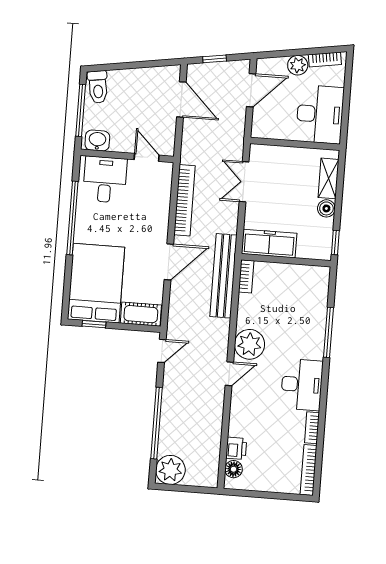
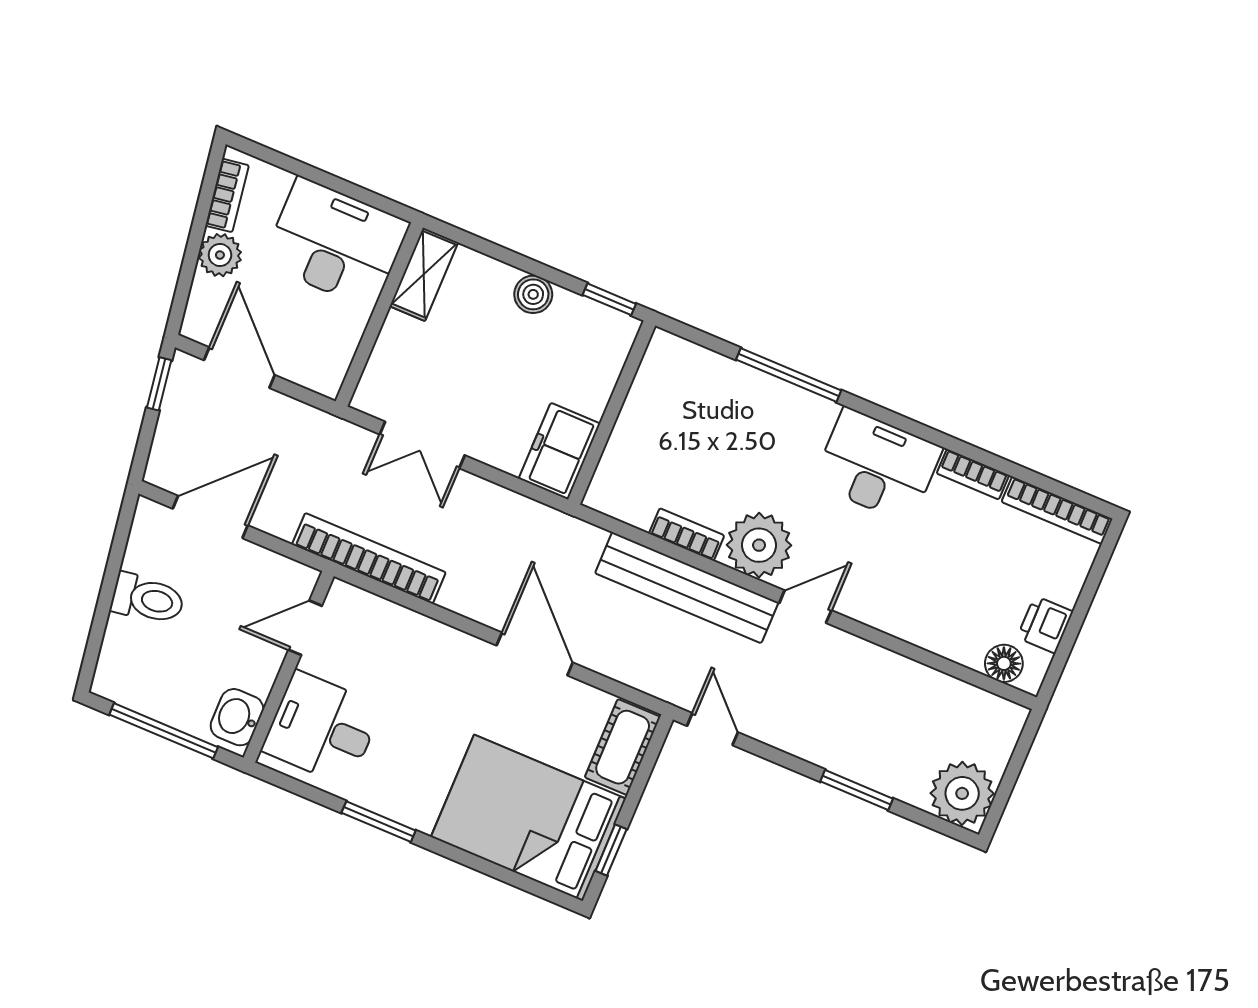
window: (215, 59) -> (159, 384), moved
toilet: (98, 87) -> (148, 599), moved
shelving: (329, 178) -> (424, 274), moved, turned 90
bookcase: (184, 200) -> (369, 558), moved
window: (72, 218) -> (379, 822), width x0.47
freezer: (269, 244) -> (559, 451), width x0.71
bench: (224, 276) -> (687, 588), moved
bookcase: (246, 276) -> (687, 535), moved
door: (229, 374) -> (805, 607), hinge flipped
window: (156, 423) -> (857, 790), width x0.47
printer: (236, 448) -> (1045, 625), moved, turned -90

